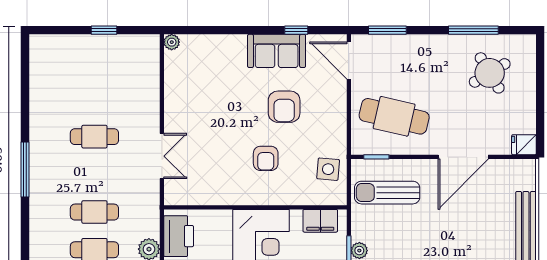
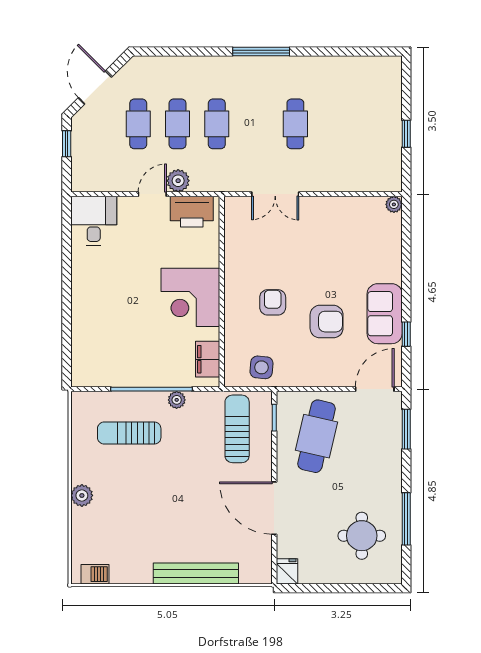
round table: (490, 73) -> (362, 536), turned 31
armchair: (284, 107) -> (327, 322), turned 180
armchair: (266, 158) -> (273, 302), turned 90

